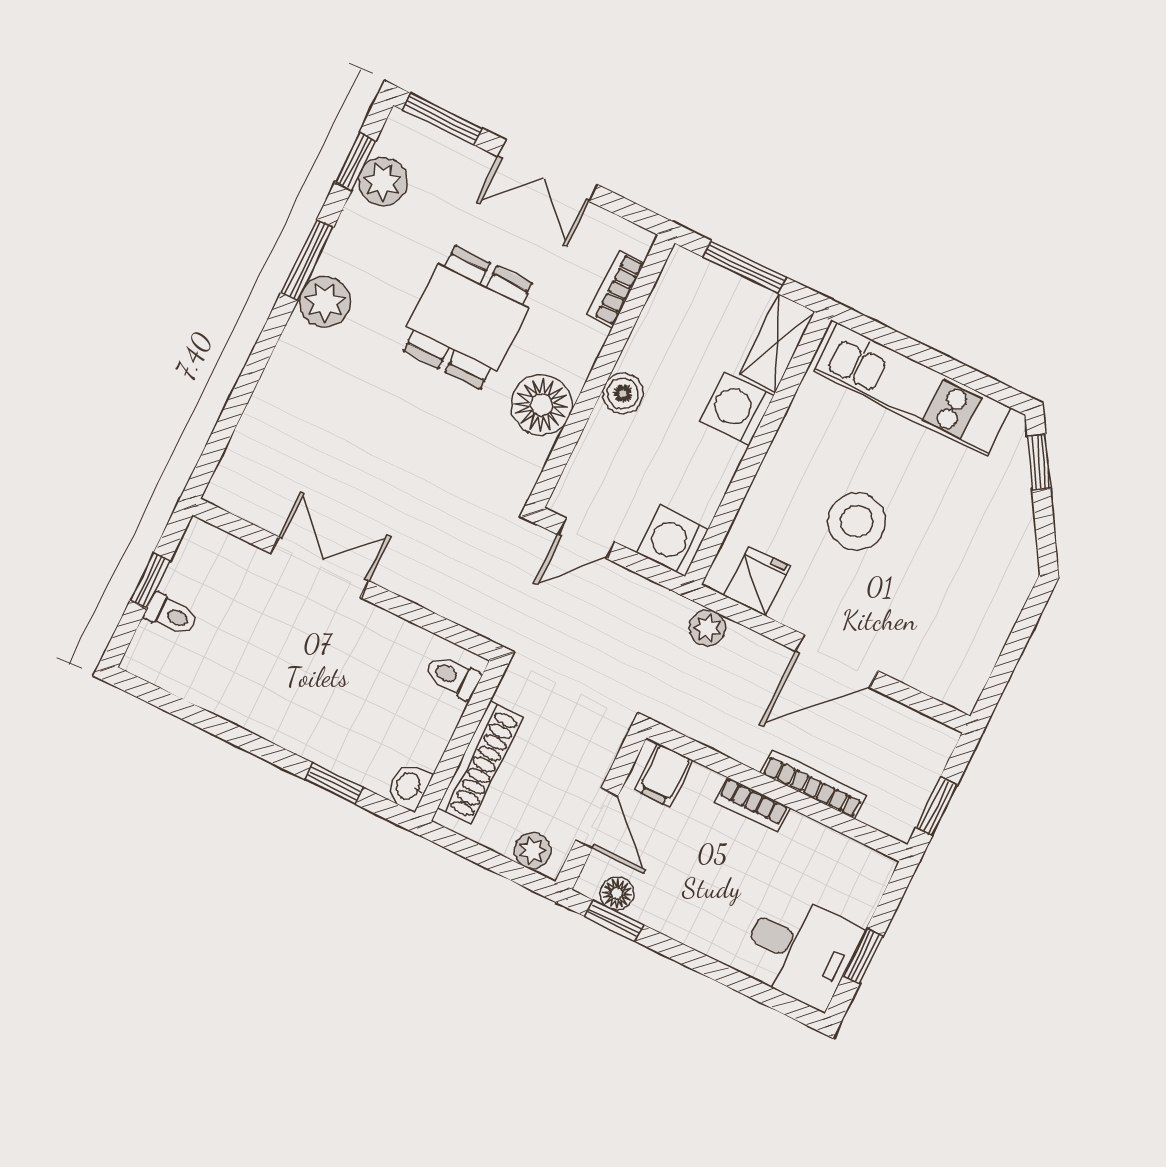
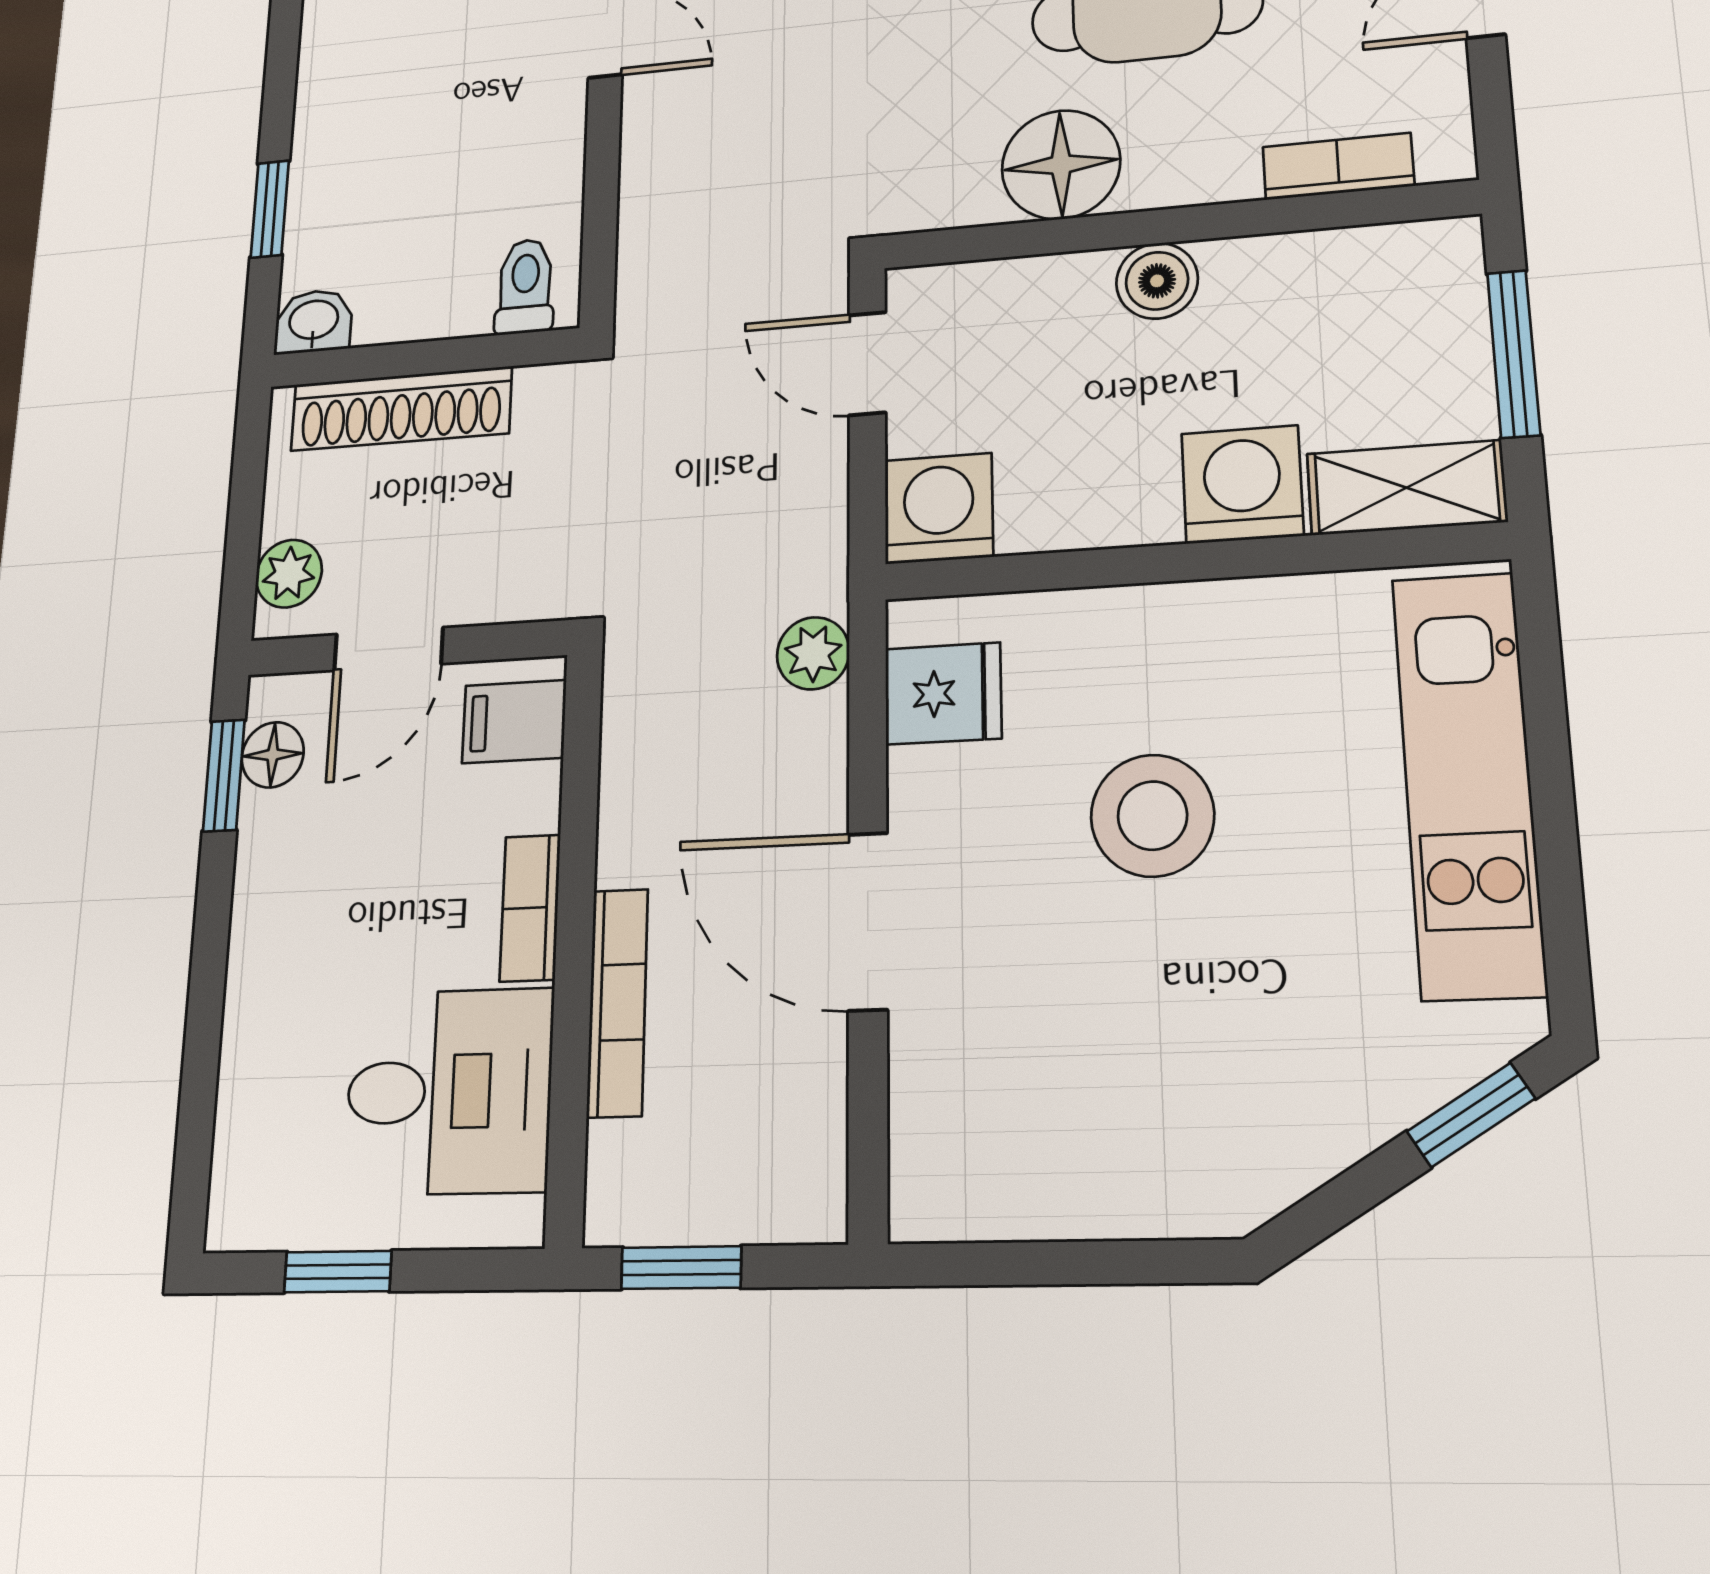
desk: (800, 949) -> (449, 1091), moved, turned -90

